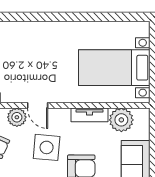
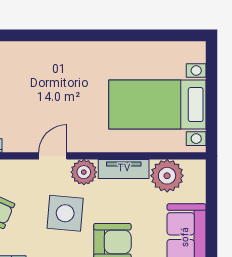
door: (38, 105) -> (53, 156), swing flipped
plant: (17, 117) -> (84, 172), moved

